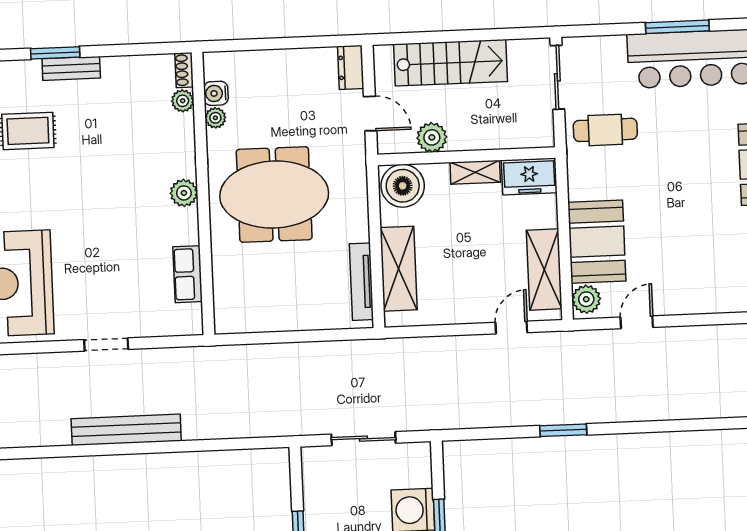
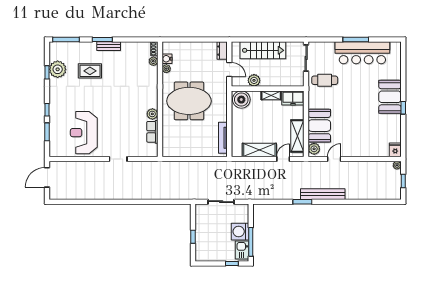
plant: (184, 193) -> (152, 114), moved
shelving: (399, 269) -> (259, 150), moved, turned 90
bench: (126, 430) -> (323, 194), moved

